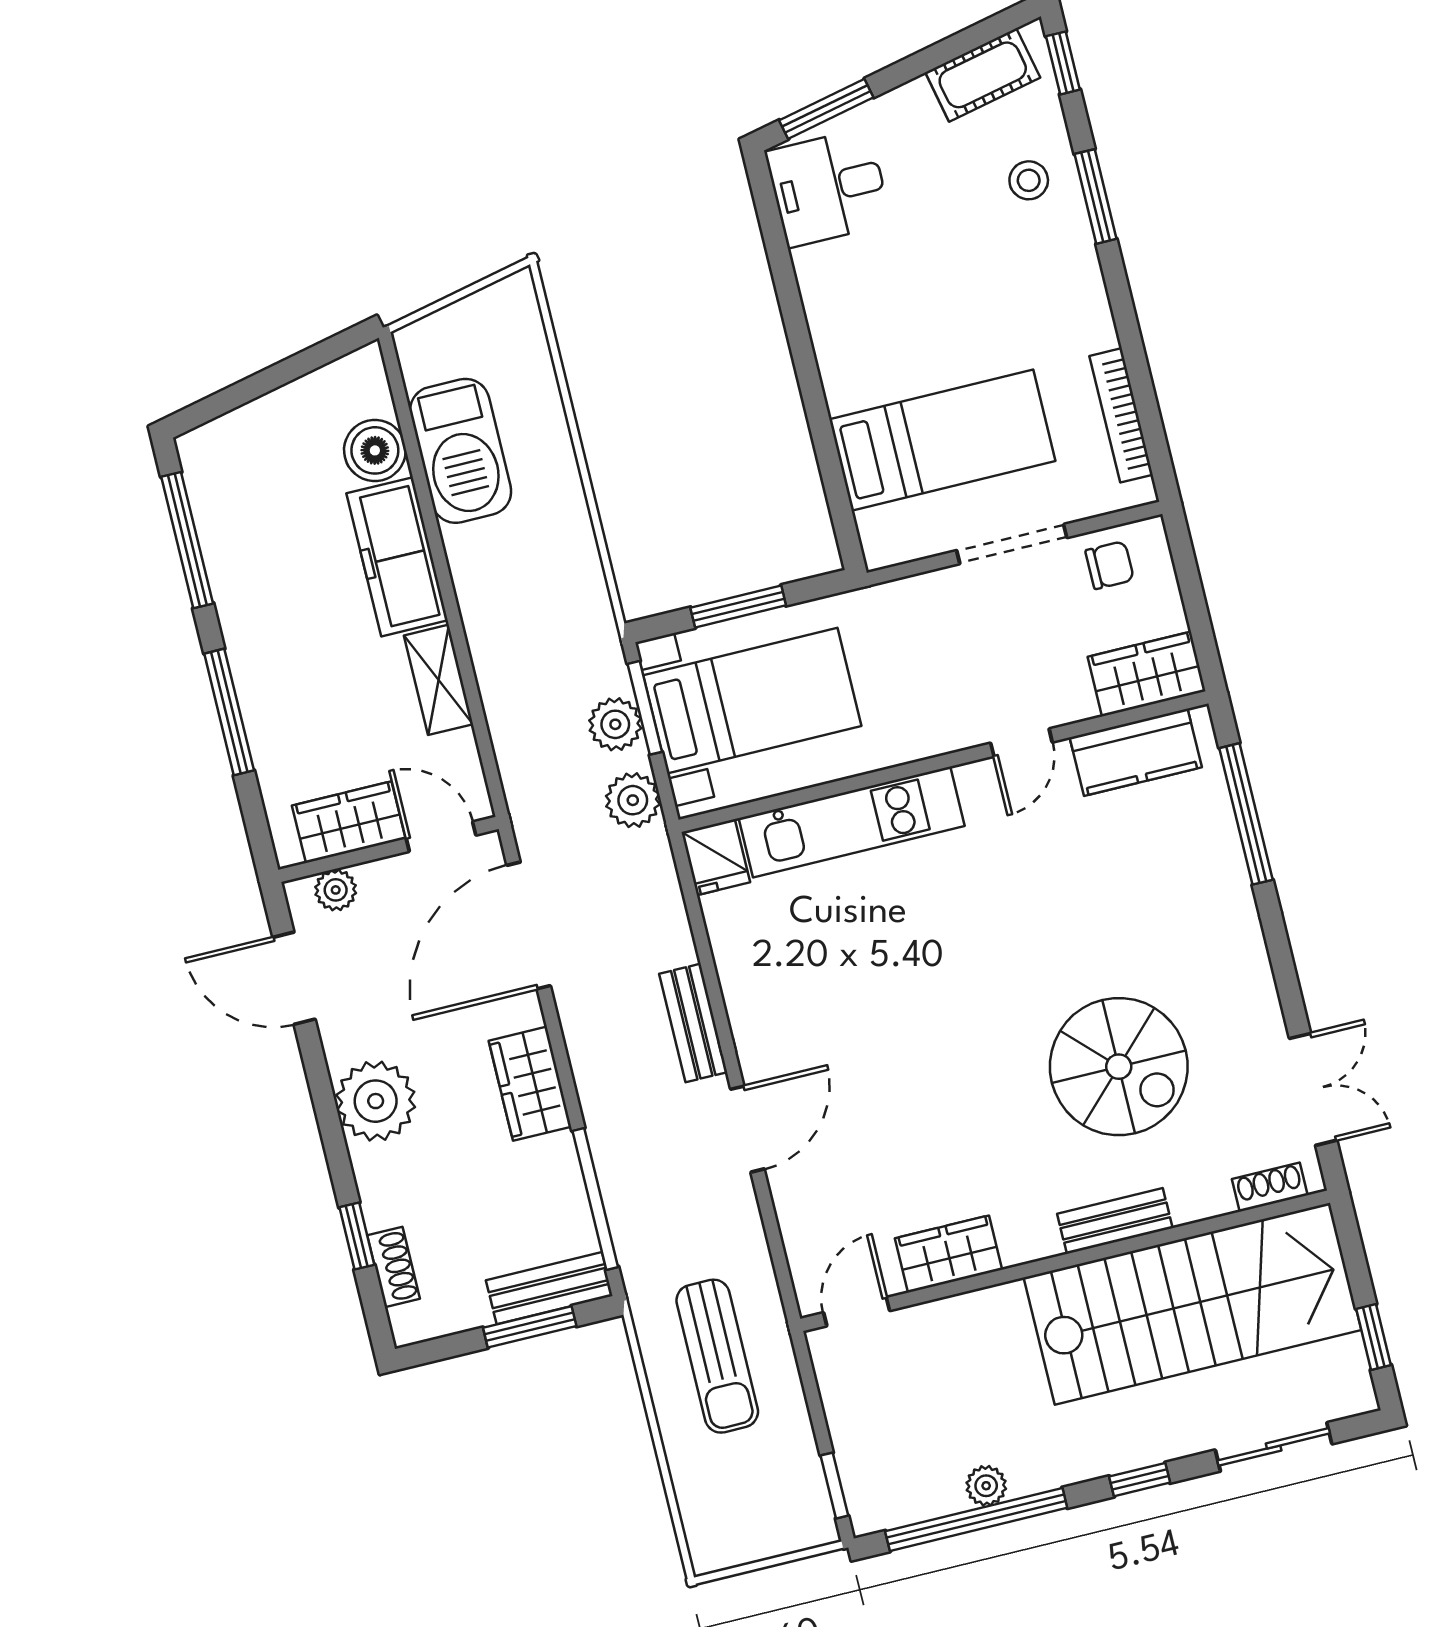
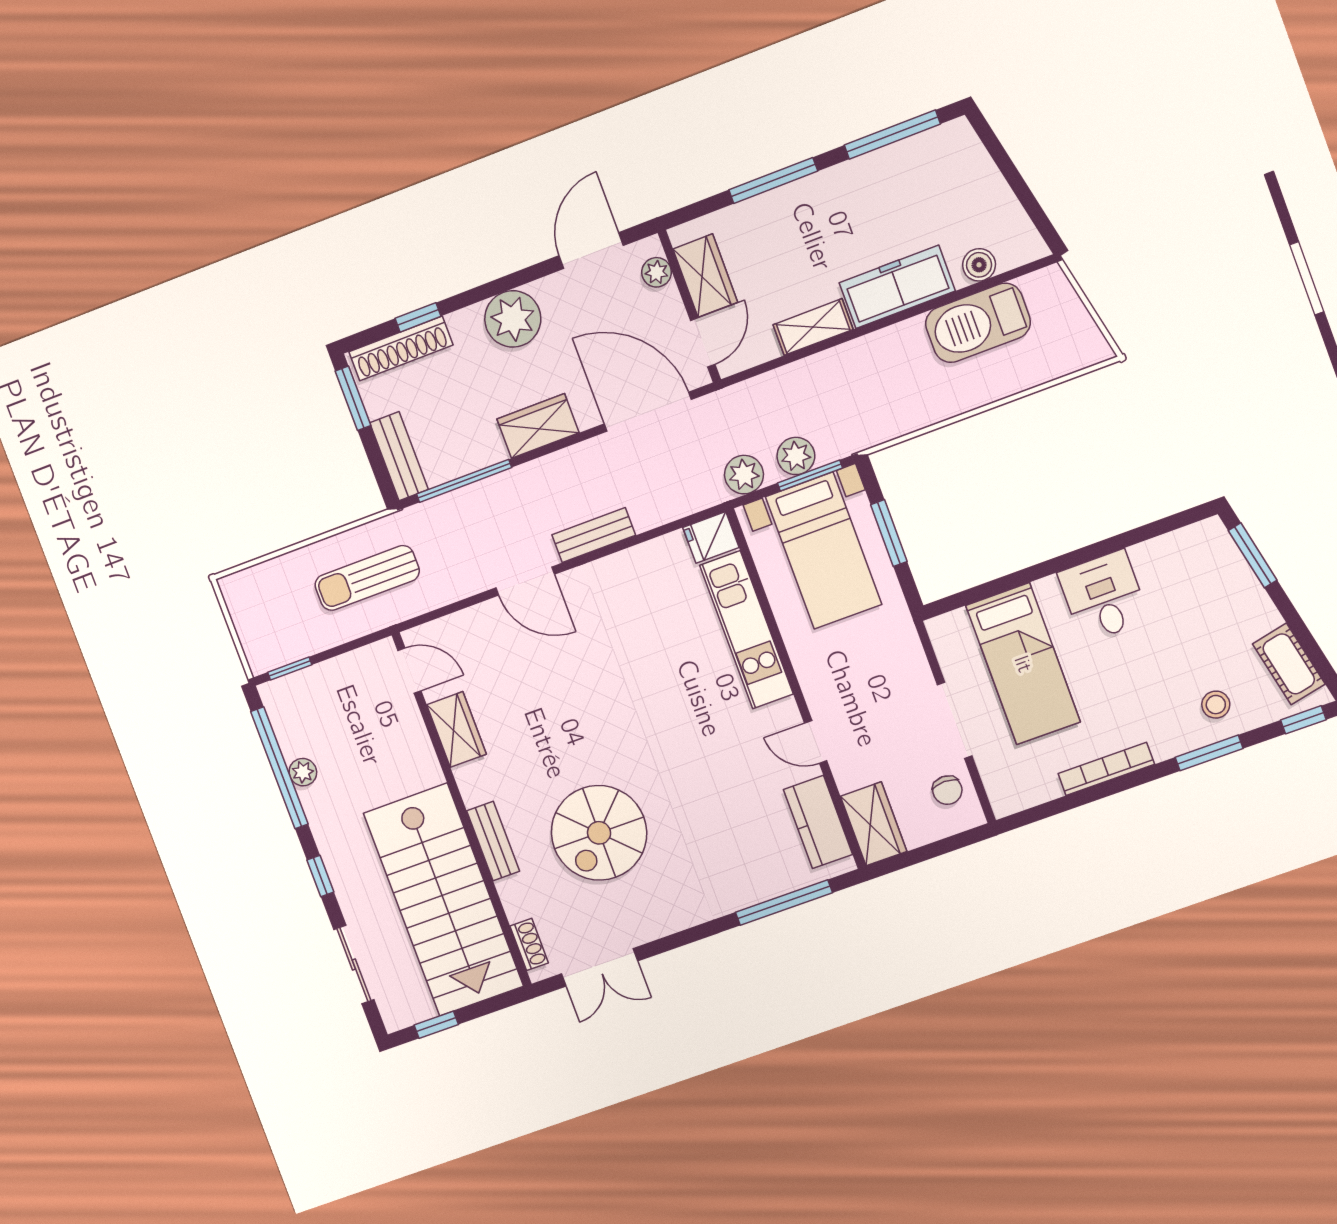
desk: (828, 188) -> (1103, 596), moved
bookcase: (1121, 415) -> (1106, 769), moved
boiler: (375, 450) -> (979, 265), width x0.73, depth x0.73
shoe rack: (394, 1267) -> (401, 348), width x1.94, depth x1.24
window: (530, 1327) -> (353, 398), moved

